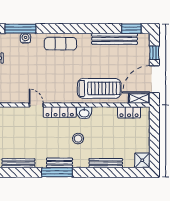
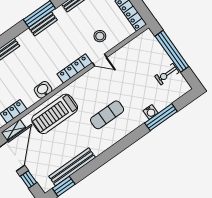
exercise mat: (60, 44) -> (107, 115), moved
washbasin: (84, 113) -> (43, 90), moved
stool: (78, 139) -> (100, 36), moved

